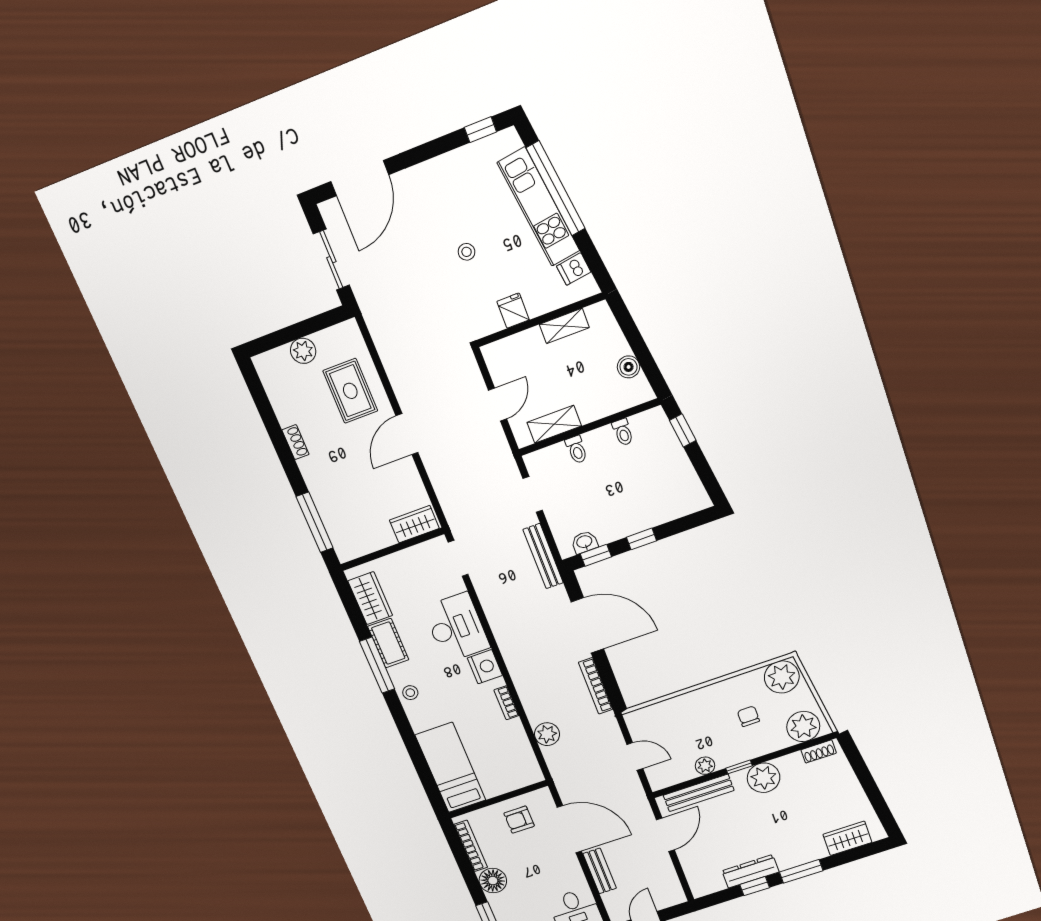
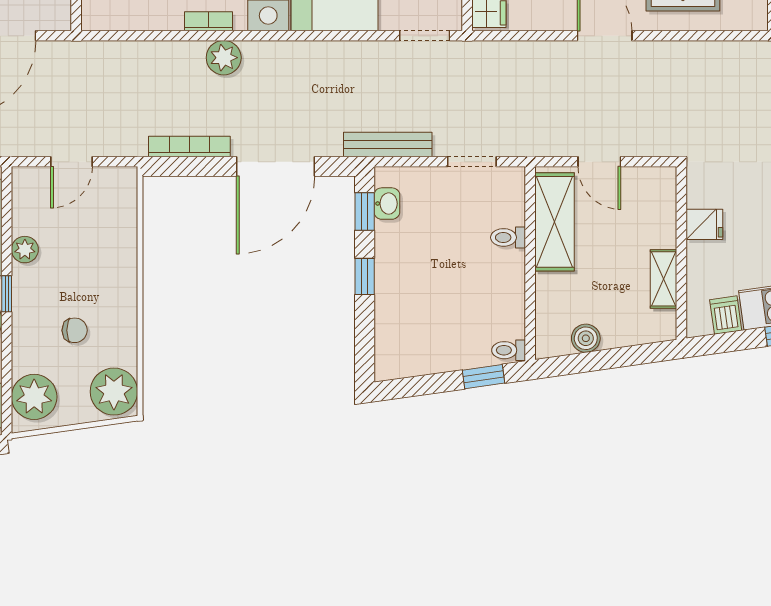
shelving: (554, 424) -> (554, 222), width x1.50, depth x1.33
toilet: (623, 432) -> (509, 350), moved
plant: (547, 734) -> (224, 58), moved

